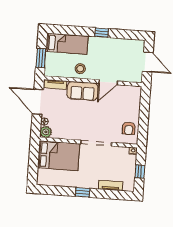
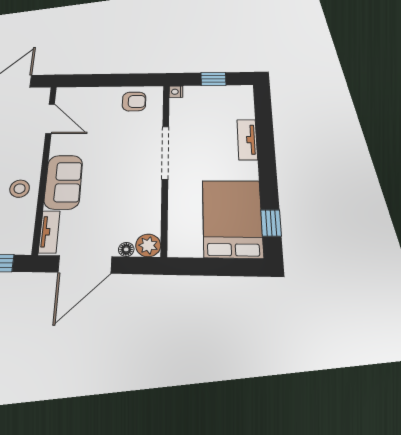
door: (108, 82) -> (50, 119), moved
bed: (59, 156) -> (232, 219), moved
tv unit: (111, 185) -> (247, 140), moved
window: (83, 192) -> (271, 223), moved

